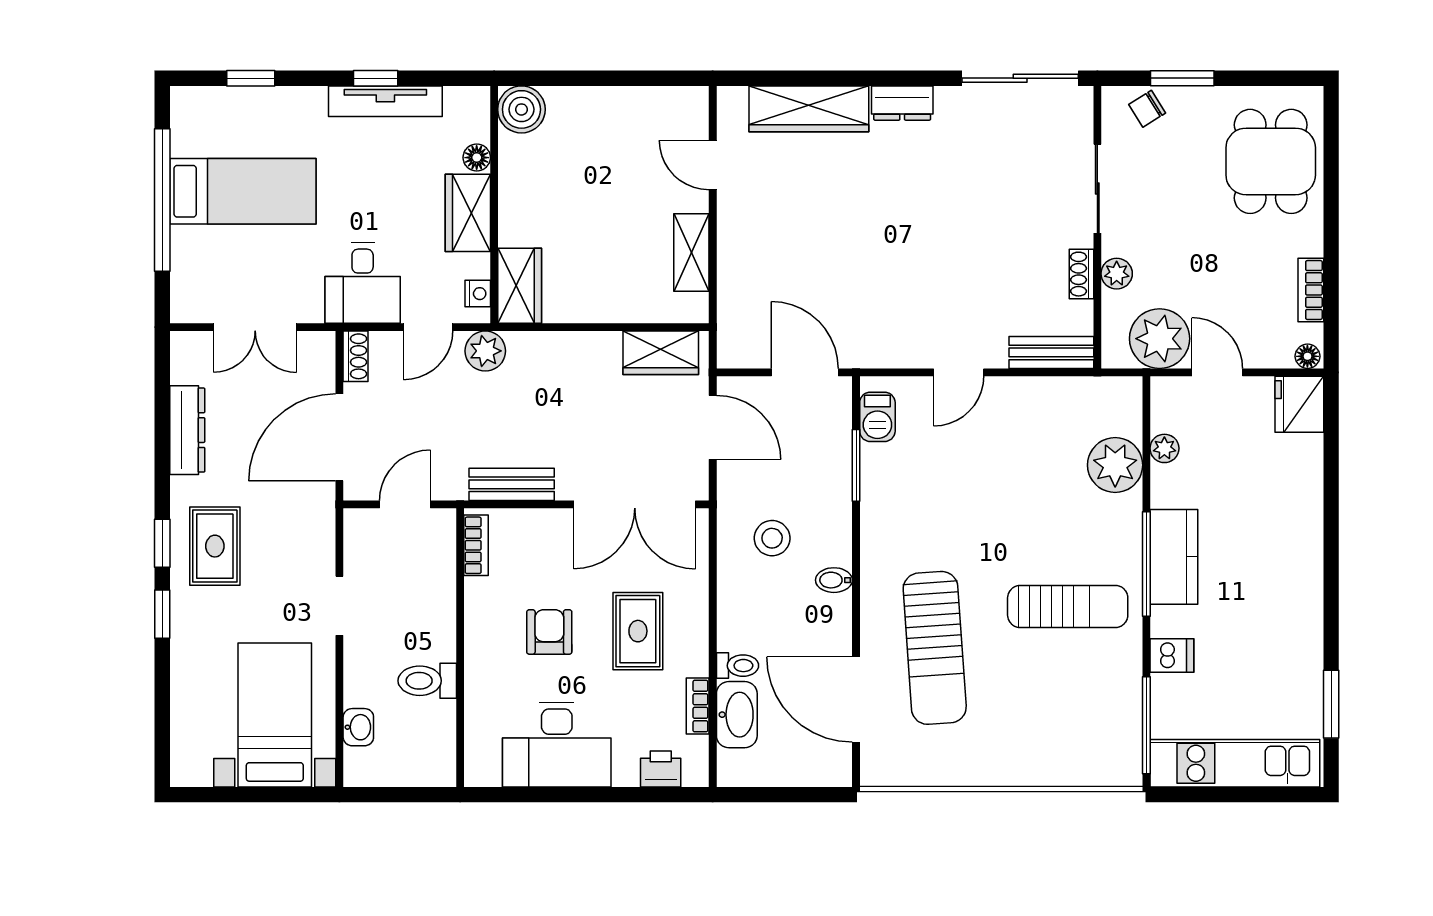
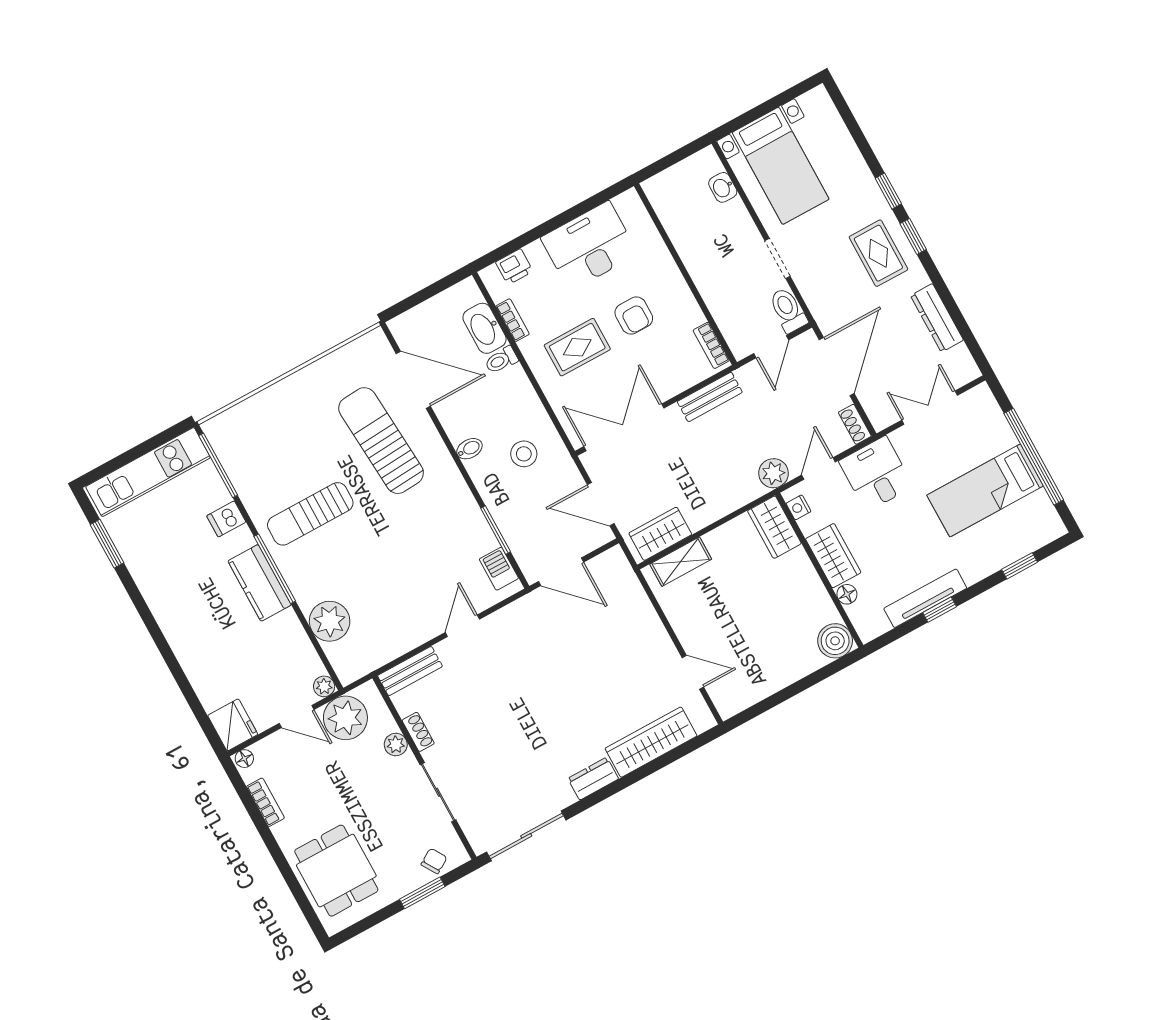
shelving: (691, 253) -> (681, 562), moved, turned 90
plant: (1164, 448) -> (324, 686), moved
rug: (638, 631) -> (577, 347), turned 90
toilet: (427, 681) -> (788, 310), moved, turned -90

